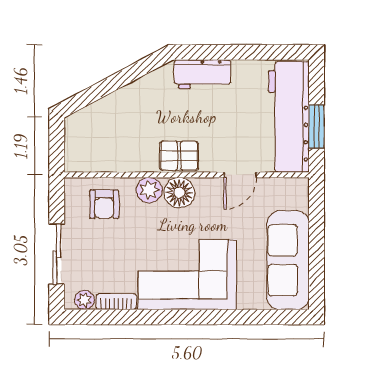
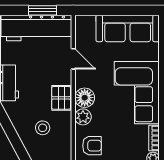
stool: (132, 127) -> (43, 128), added

